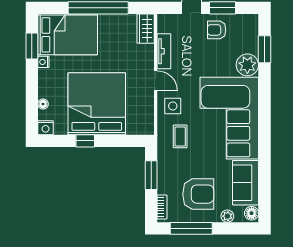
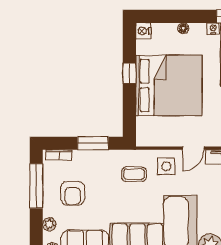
floor lamp: (43, 104) -> (183, 28), moved
armchair: (198, 194) -> (73, 193), width x0.73, depth x0.73

